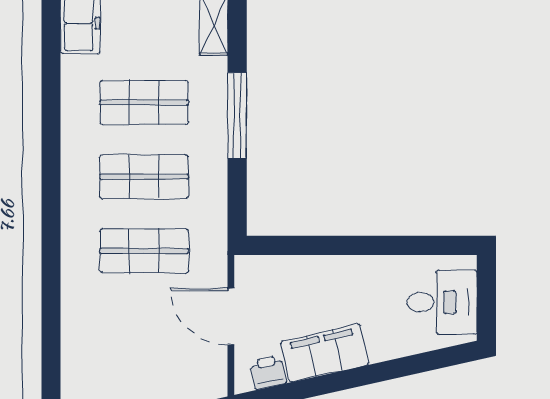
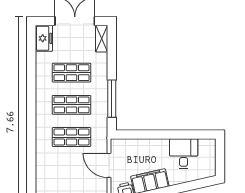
window: (237, 116) -> (112, 99), moved
desk: (442, 302) -> (184, 154), moved, turned -90

